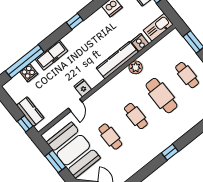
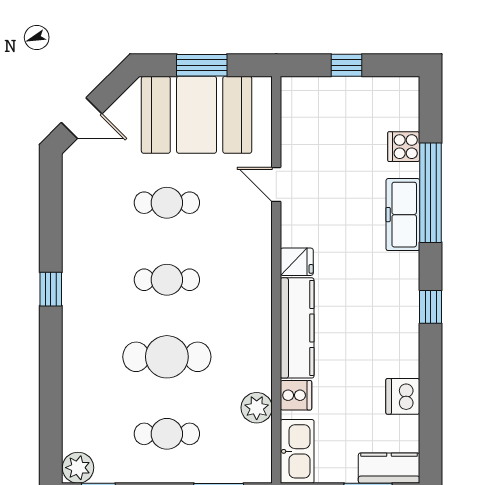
window: (25, 61) -> (431, 193), moved
plant: (136, 67) -> (257, 408), moved
fridge: (83, 88) -> (297, 262), moved
kitchen counter: (30, 112) -> (330, 92), removed
window: (25, 124) -> (347, 65), moved

